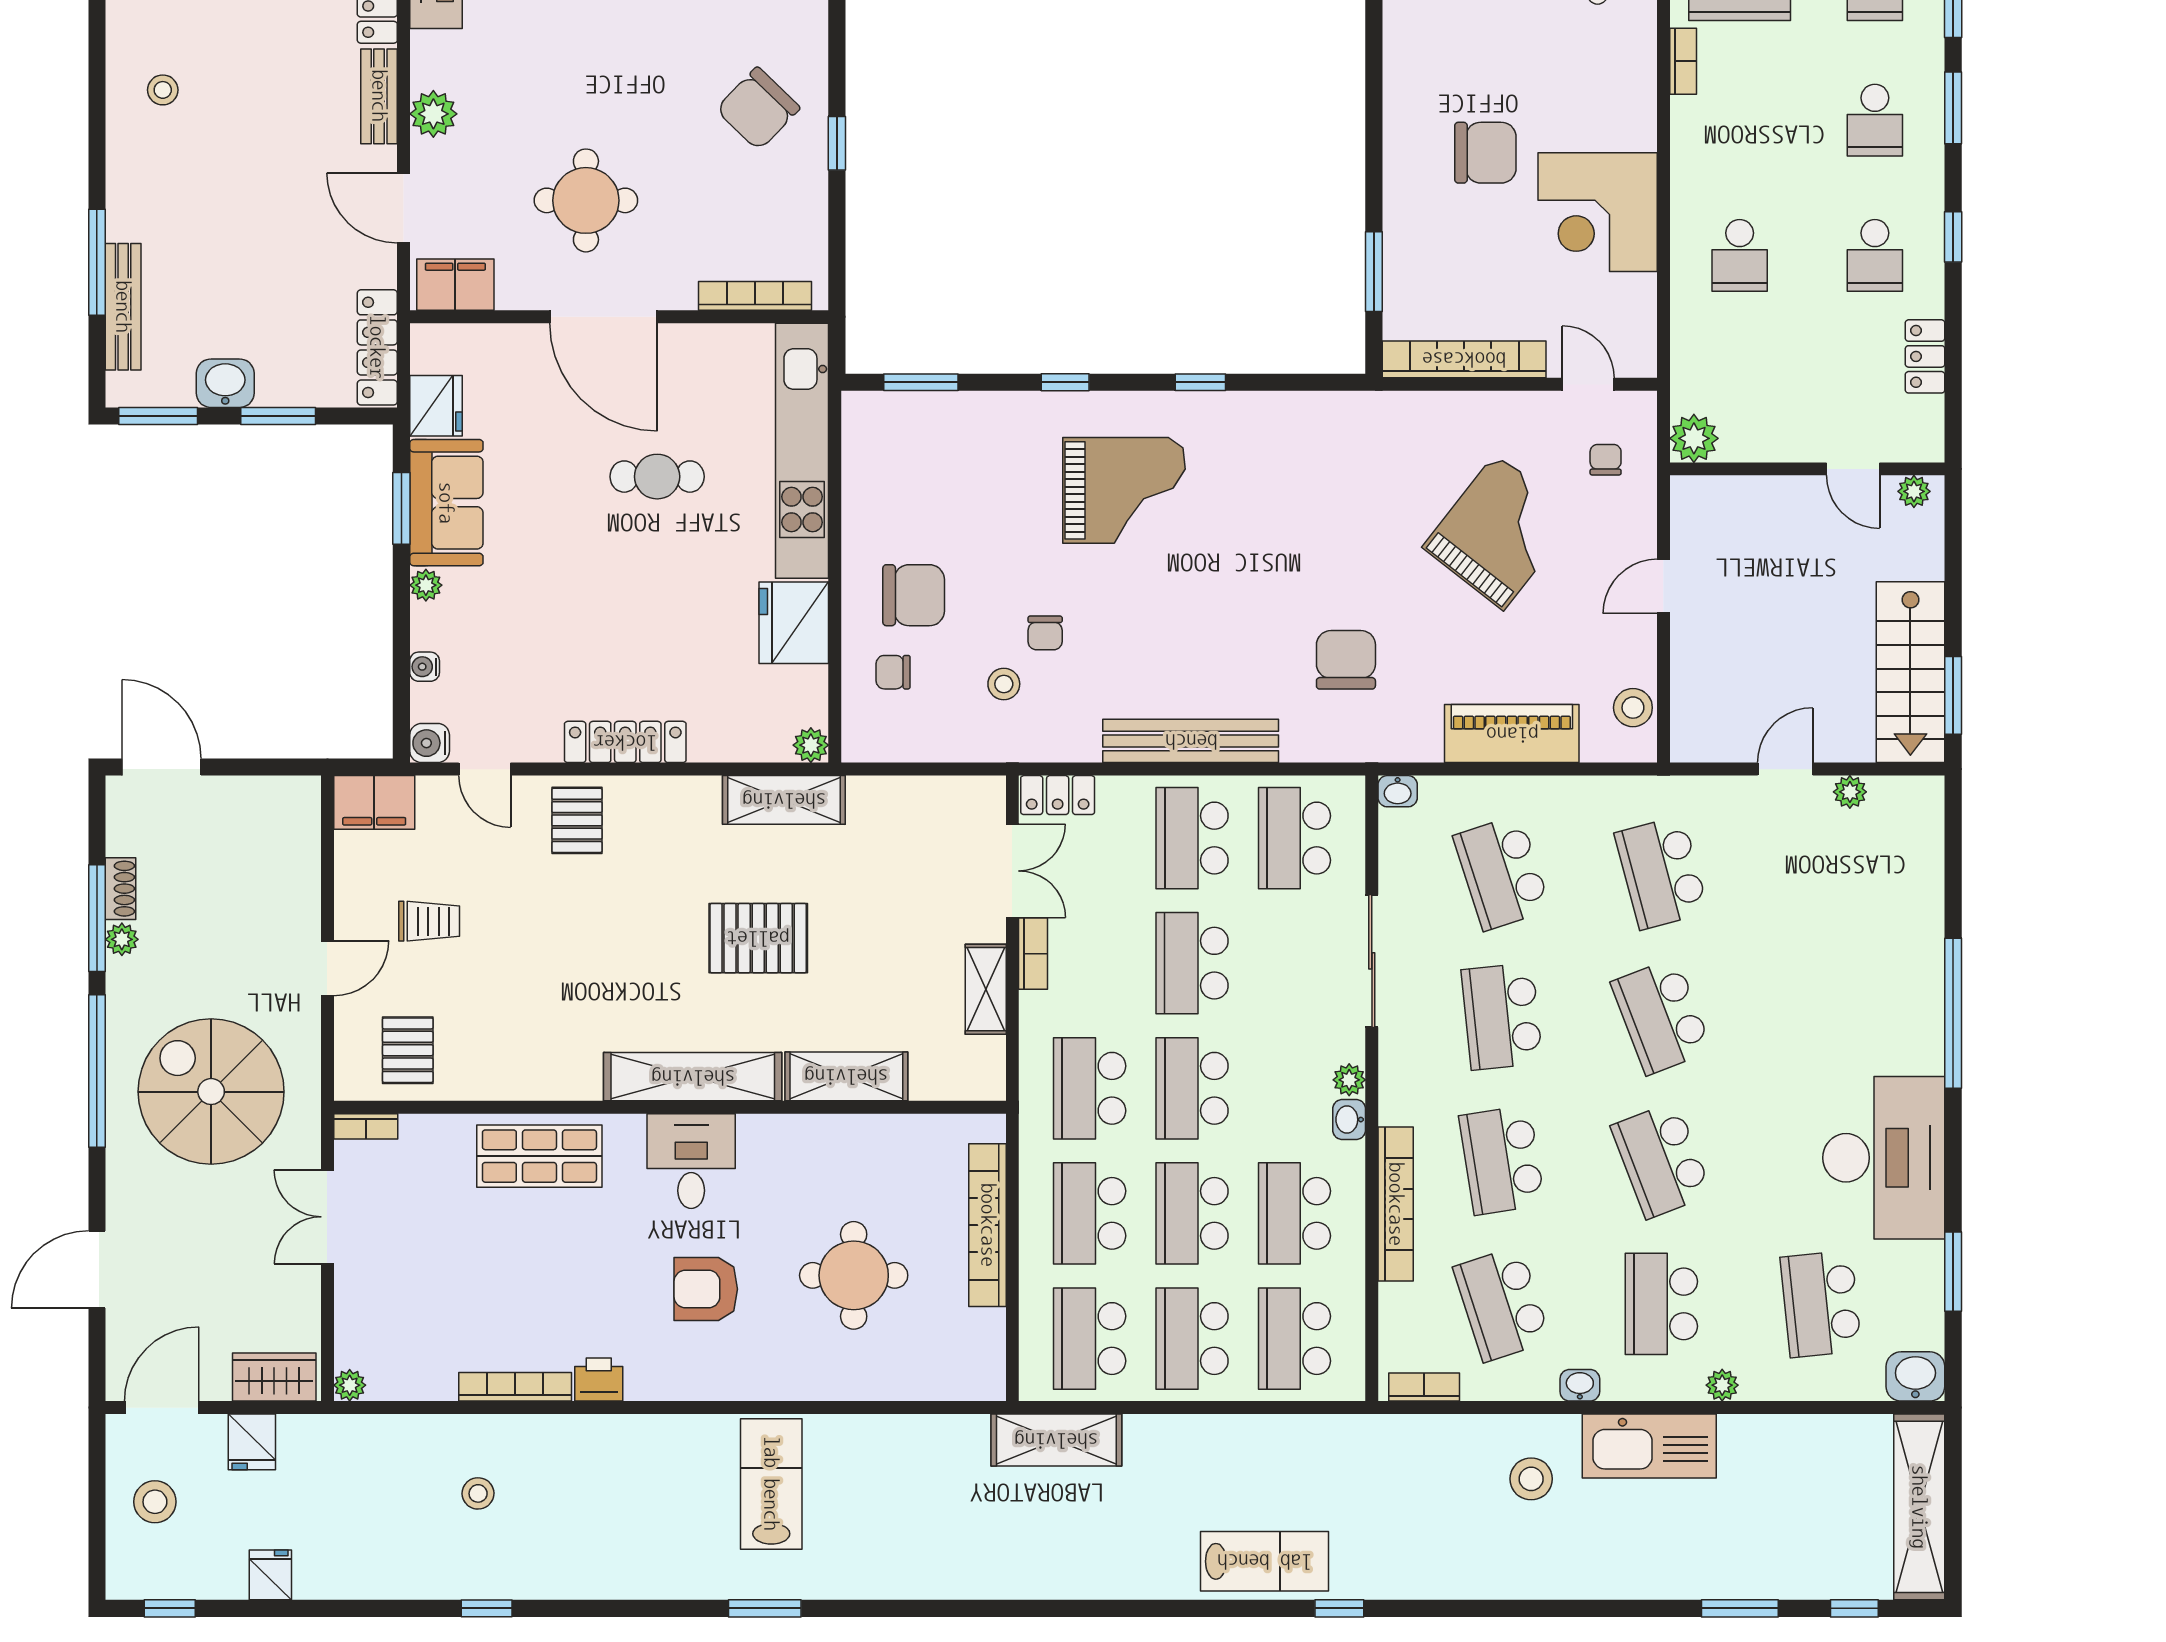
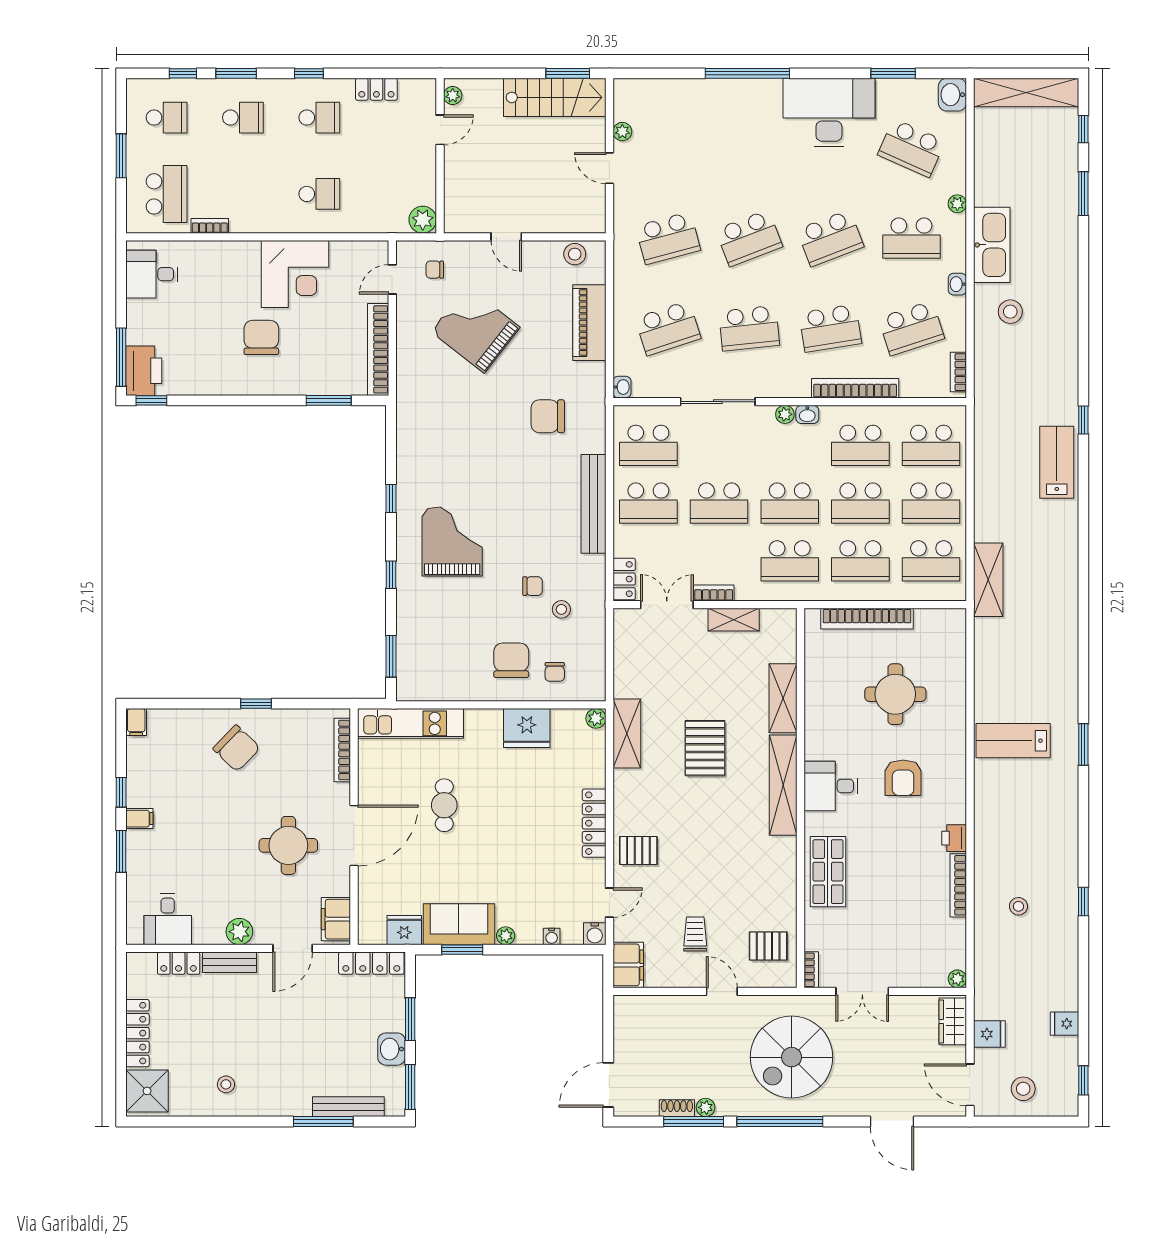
kitchen unit: (802, 451) -> (410, 723), width x0.73
school desk: (1821, 1304) -> (911, 148), turned 30

